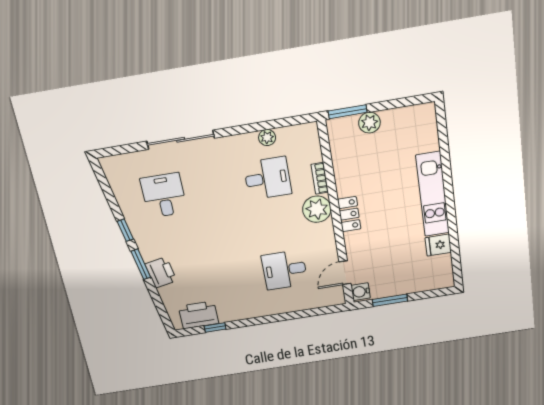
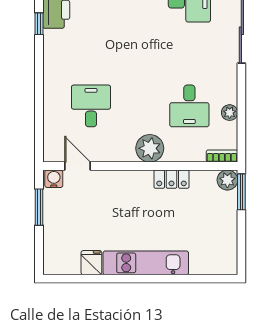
plant: (369, 123) -> (227, 180), moved
bookcase: (320, 178) -> (222, 156), moved
locker: (349, 214) -> (171, 179), moved

